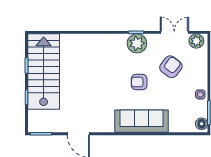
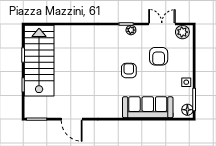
plant: (137, 43) -> (131, 30), width x0.53, depth x0.53
armchair: (171, 67) -> (159, 56), turned 143
armchair: (139, 82) -> (129, 71), turned 90
sofa: (142, 121) -> (148, 107), moved

